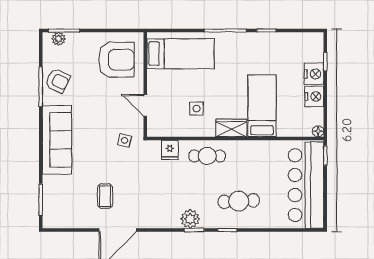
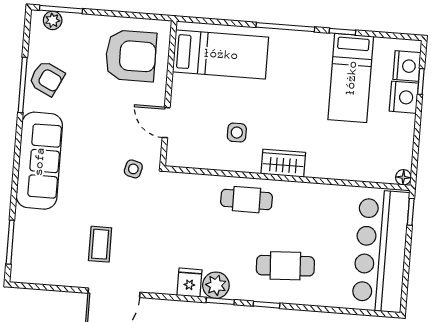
nightstand: (314, 96) -> (407, 66), moved
bed: (262, 106) -> (351, 78), moved, turned 180
fridge: (170, 150) -> (189, 283), moved, turned 180

